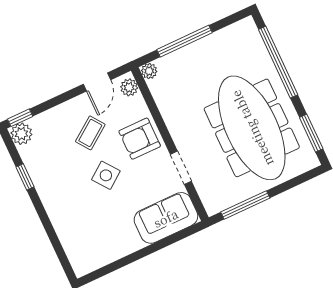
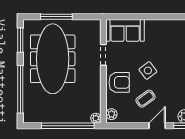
window: (185, 41) -> (68, 126), width x1.46
door: (97, 82) -> (157, 126), moved
window: (245, 205) -> (56, 17), moved

